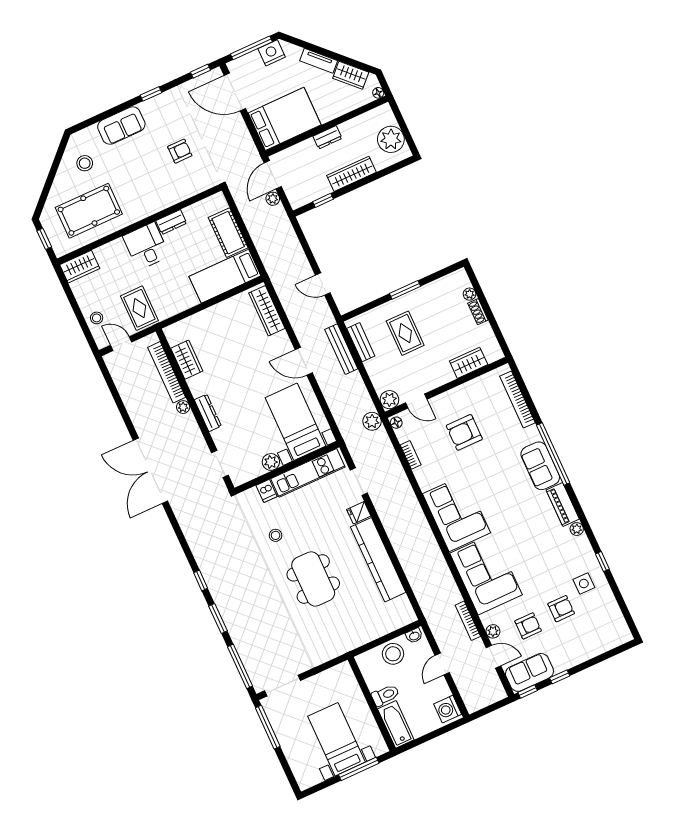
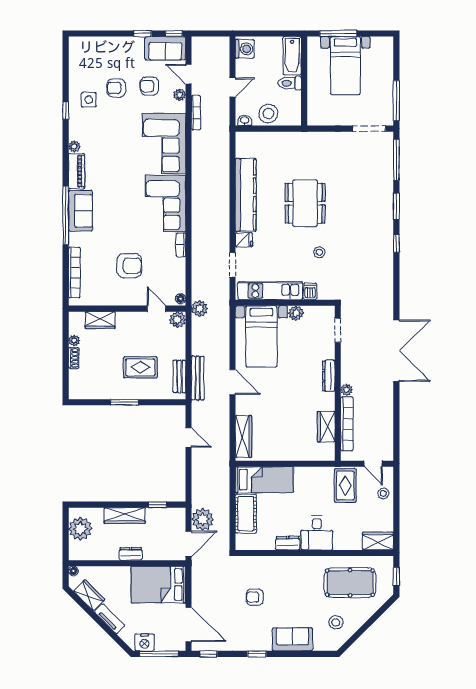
plant: (273, 199) -> (203, 519), width x1.88, depth x1.88
plant: (470, 294) -> (74, 341), moved
rug: (405, 333) -> (140, 367), turned 90
bookcase: (411, 455) -> (181, 245), moved

